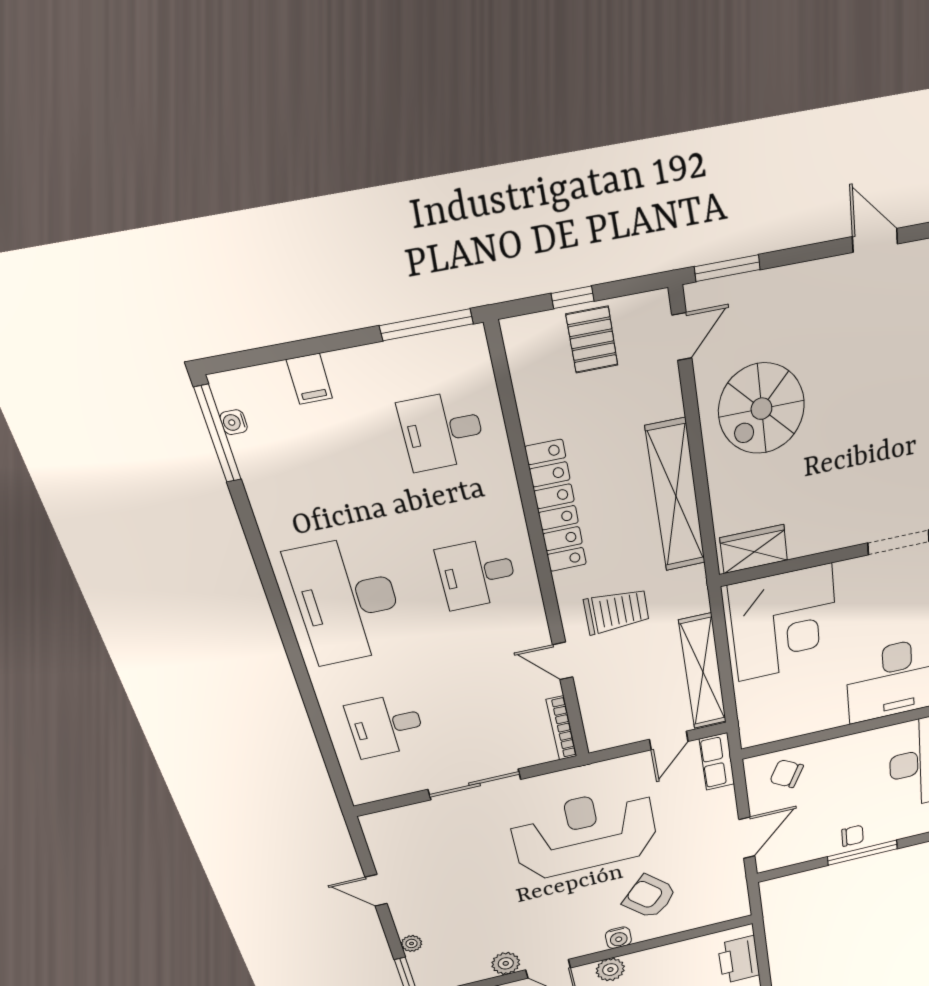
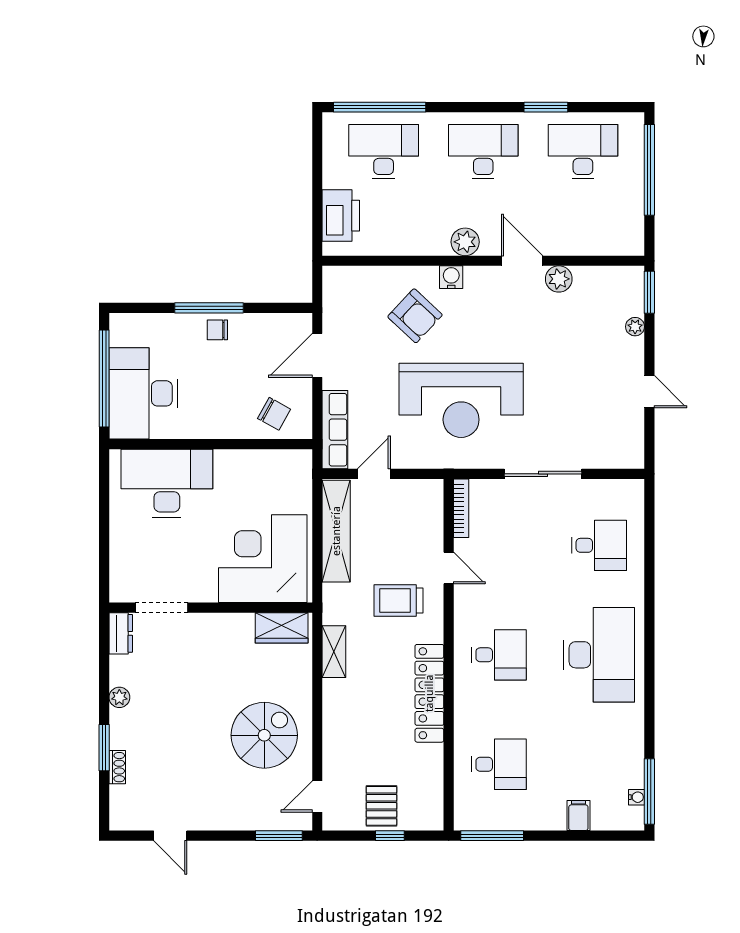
shelving: (676, 496) -> (334, 652), width x0.45, depth x0.75
row of seats: (717, 762) -> (335, 430), width x1.48

